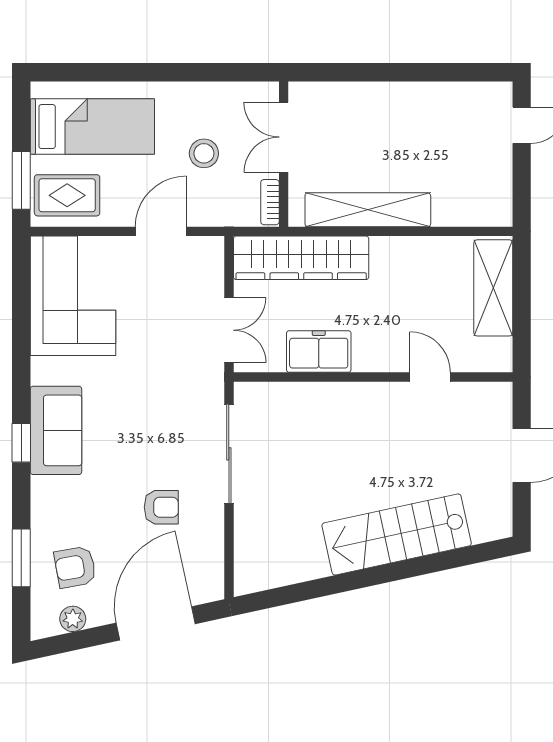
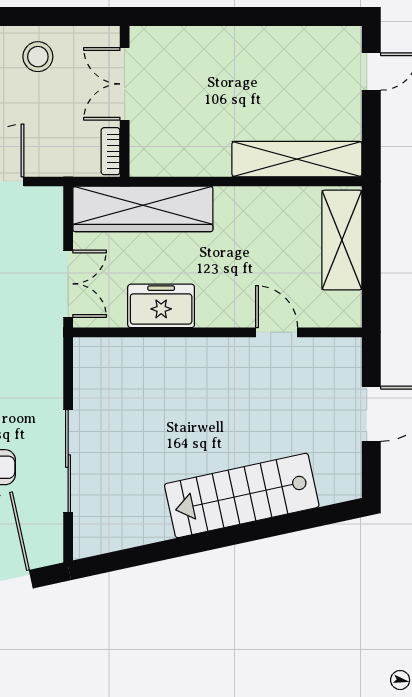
stool: (204, 153) -> (38, 57), moved
shelving: (368, 210) -> (297, 159), moved
sliding door: (229, 454) -> (68, 461), moved

